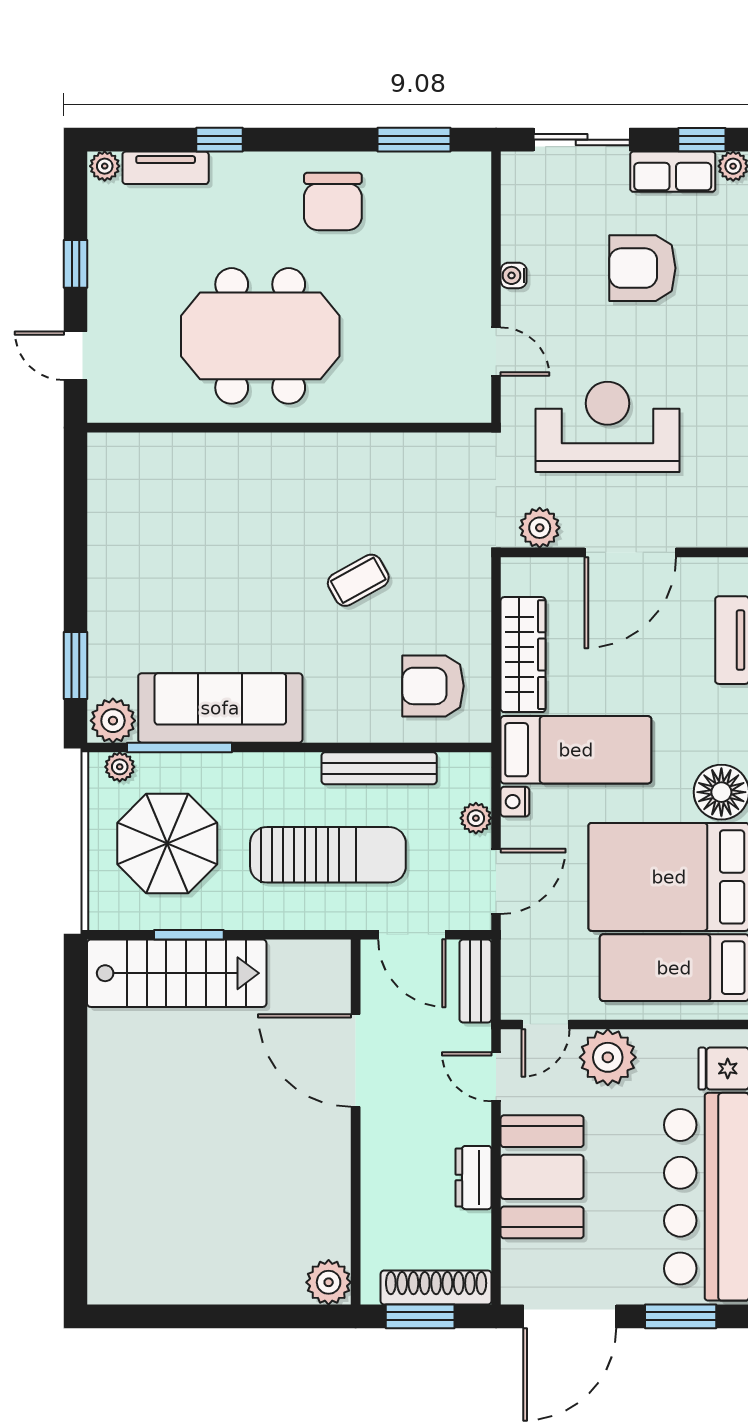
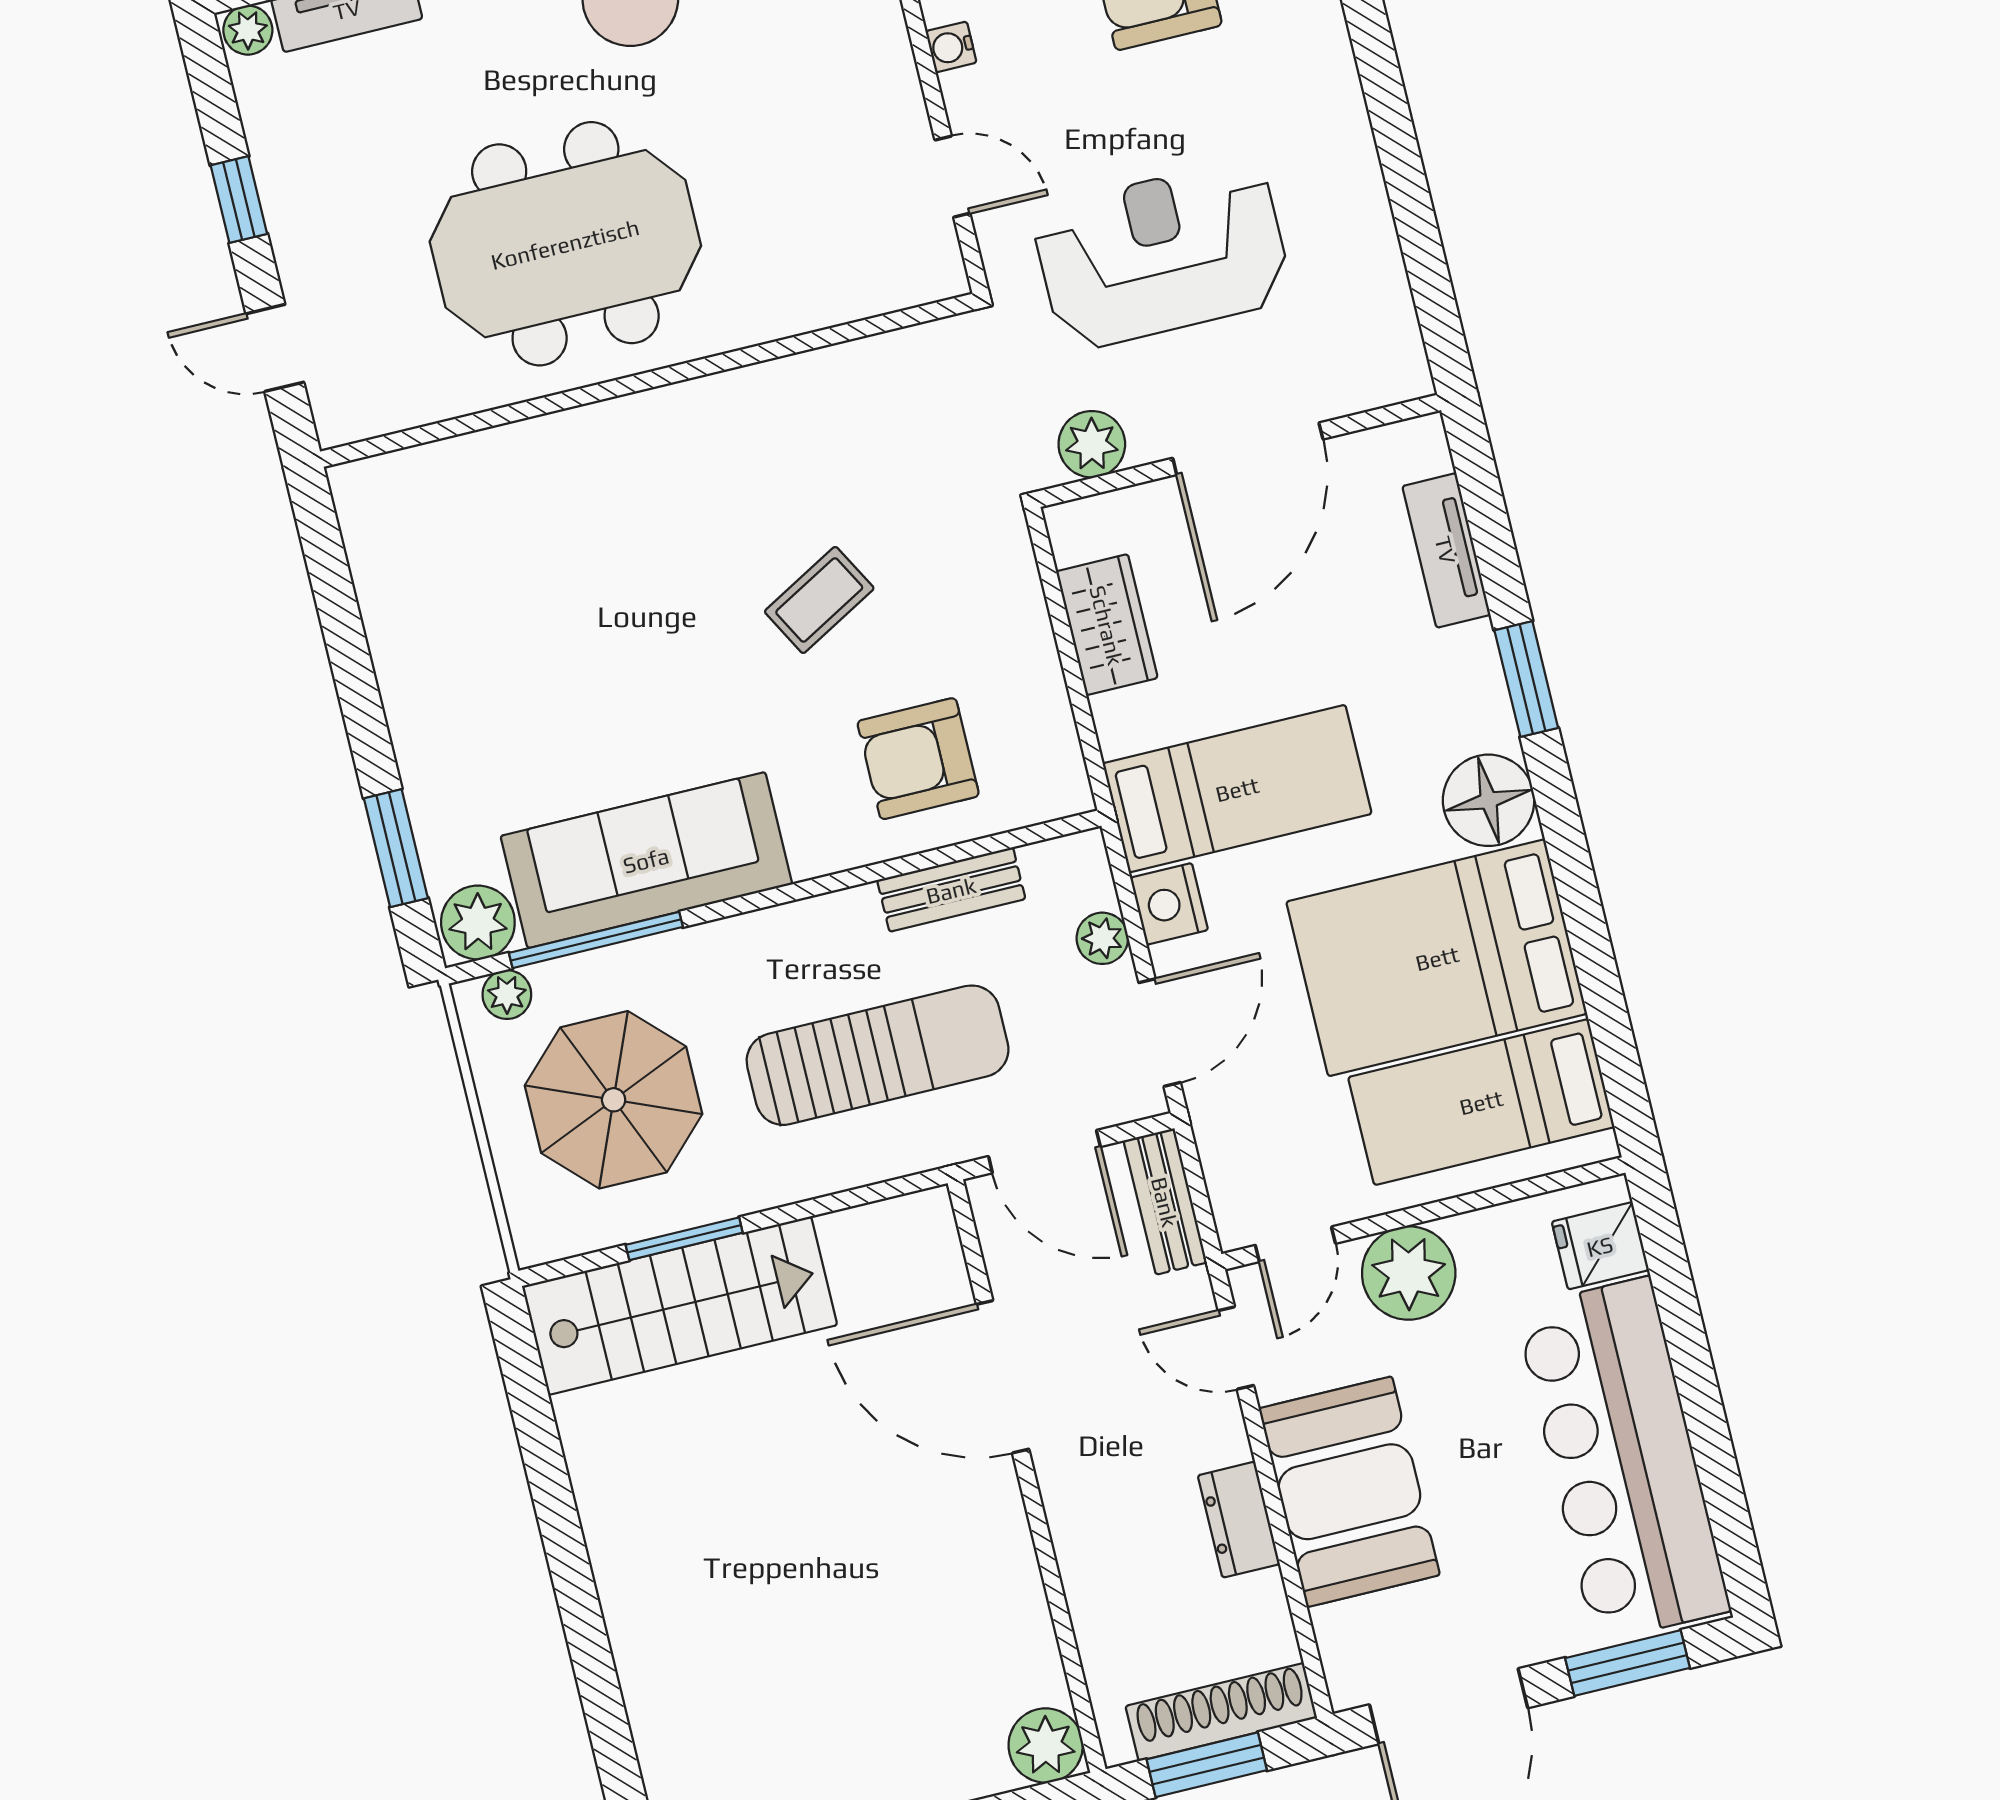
wardrobe: (523, 655) -> (1107, 625), width x0.67
armchair: (433, 686) -> (918, 759), moved
bench: (379, 768) -> (951, 890), width x0.73
nightstand: (515, 802) -> (1169, 904), width x1.39, depth x1.35

